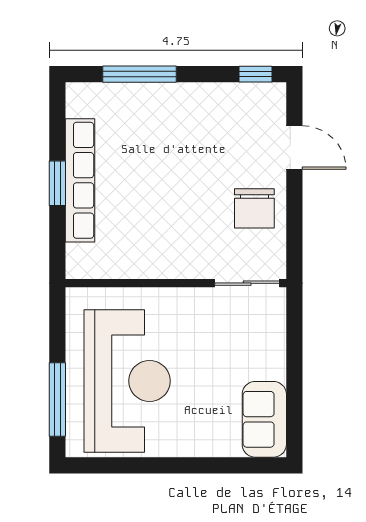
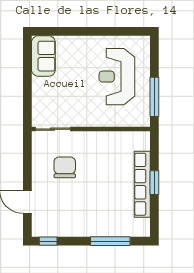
chair: (254, 208) -> (65, 167), moved
reception desk: (127, 381) -> (117, 77), width x0.74, depth x0.77
window: (57, 399) -> (154, 97), moved

